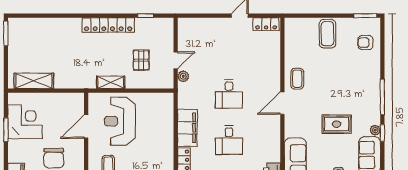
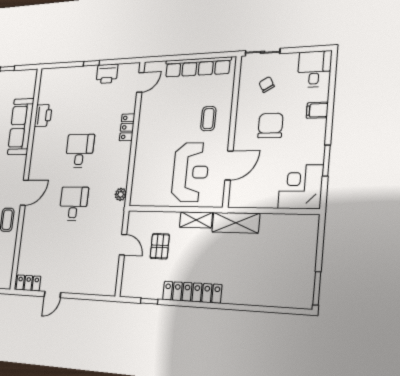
door: (176, 60) -> (123, 245), swing flipped
plant: (183, 76) -> (121, 194), moved
shelving: (34, 81) -> (236, 223), moved
corner desk: (25, 122) -> (300, 187), moved, turned 90
filing cabinet: (187, 128) -> (120, 165), removed

